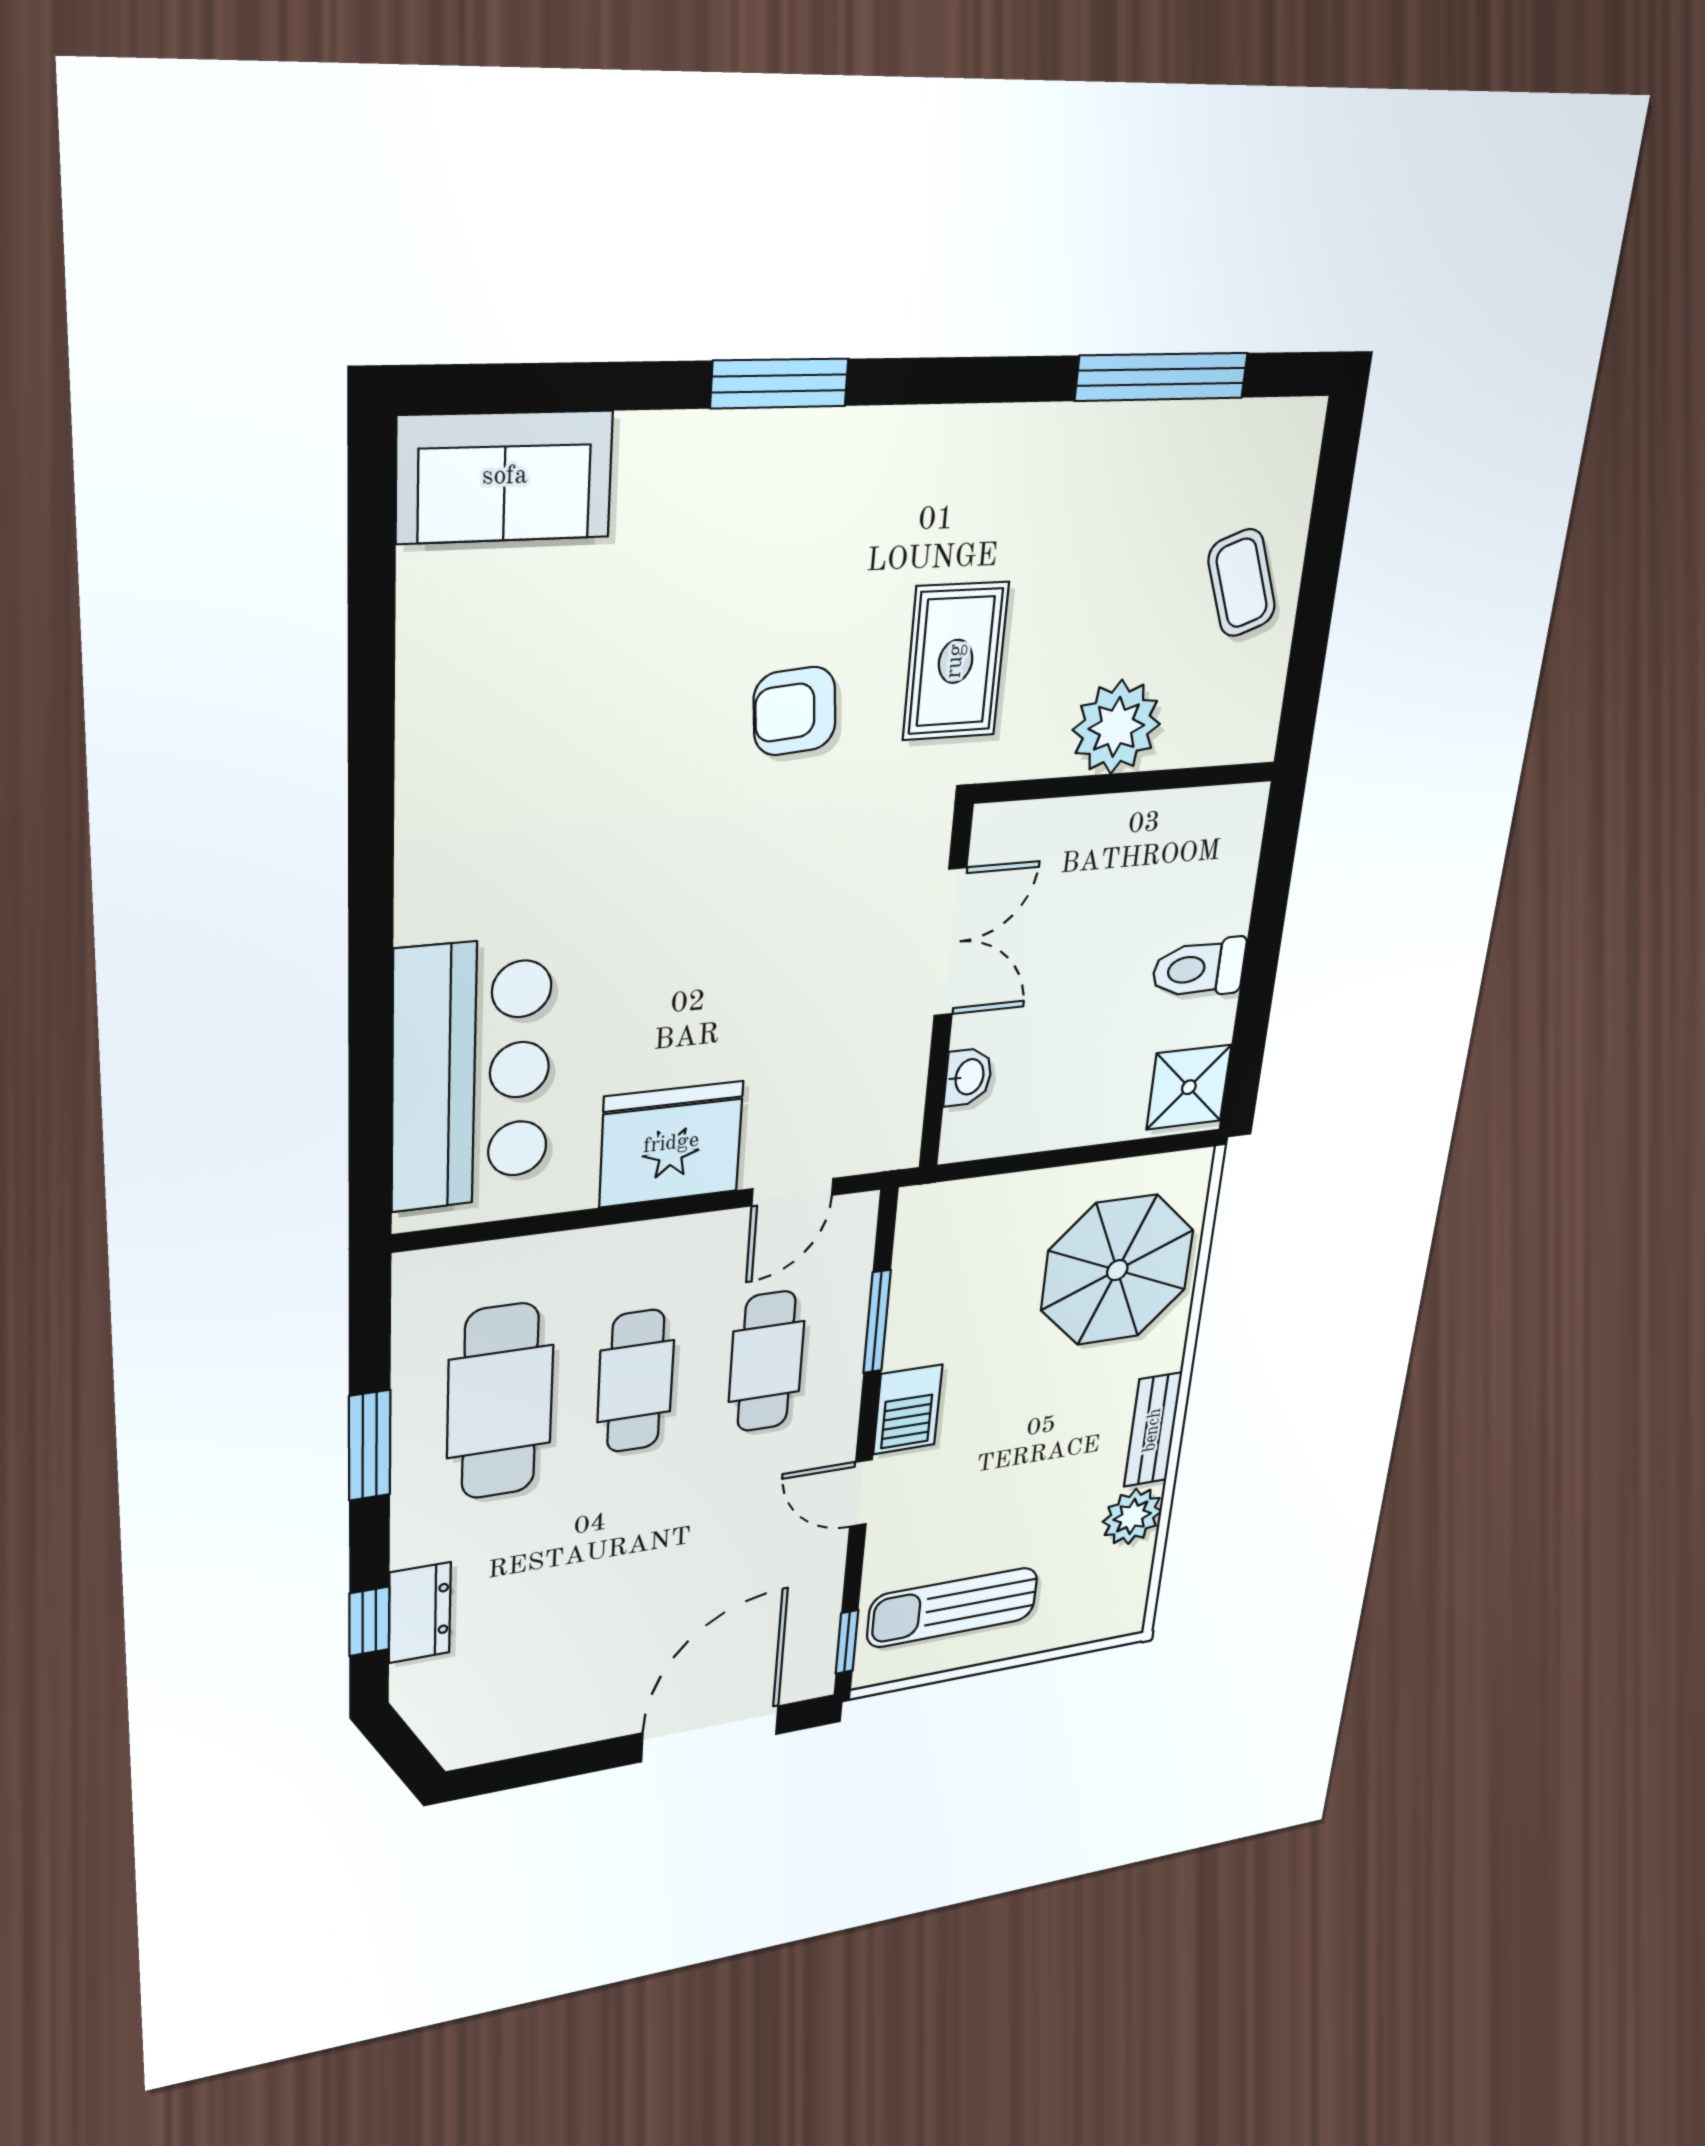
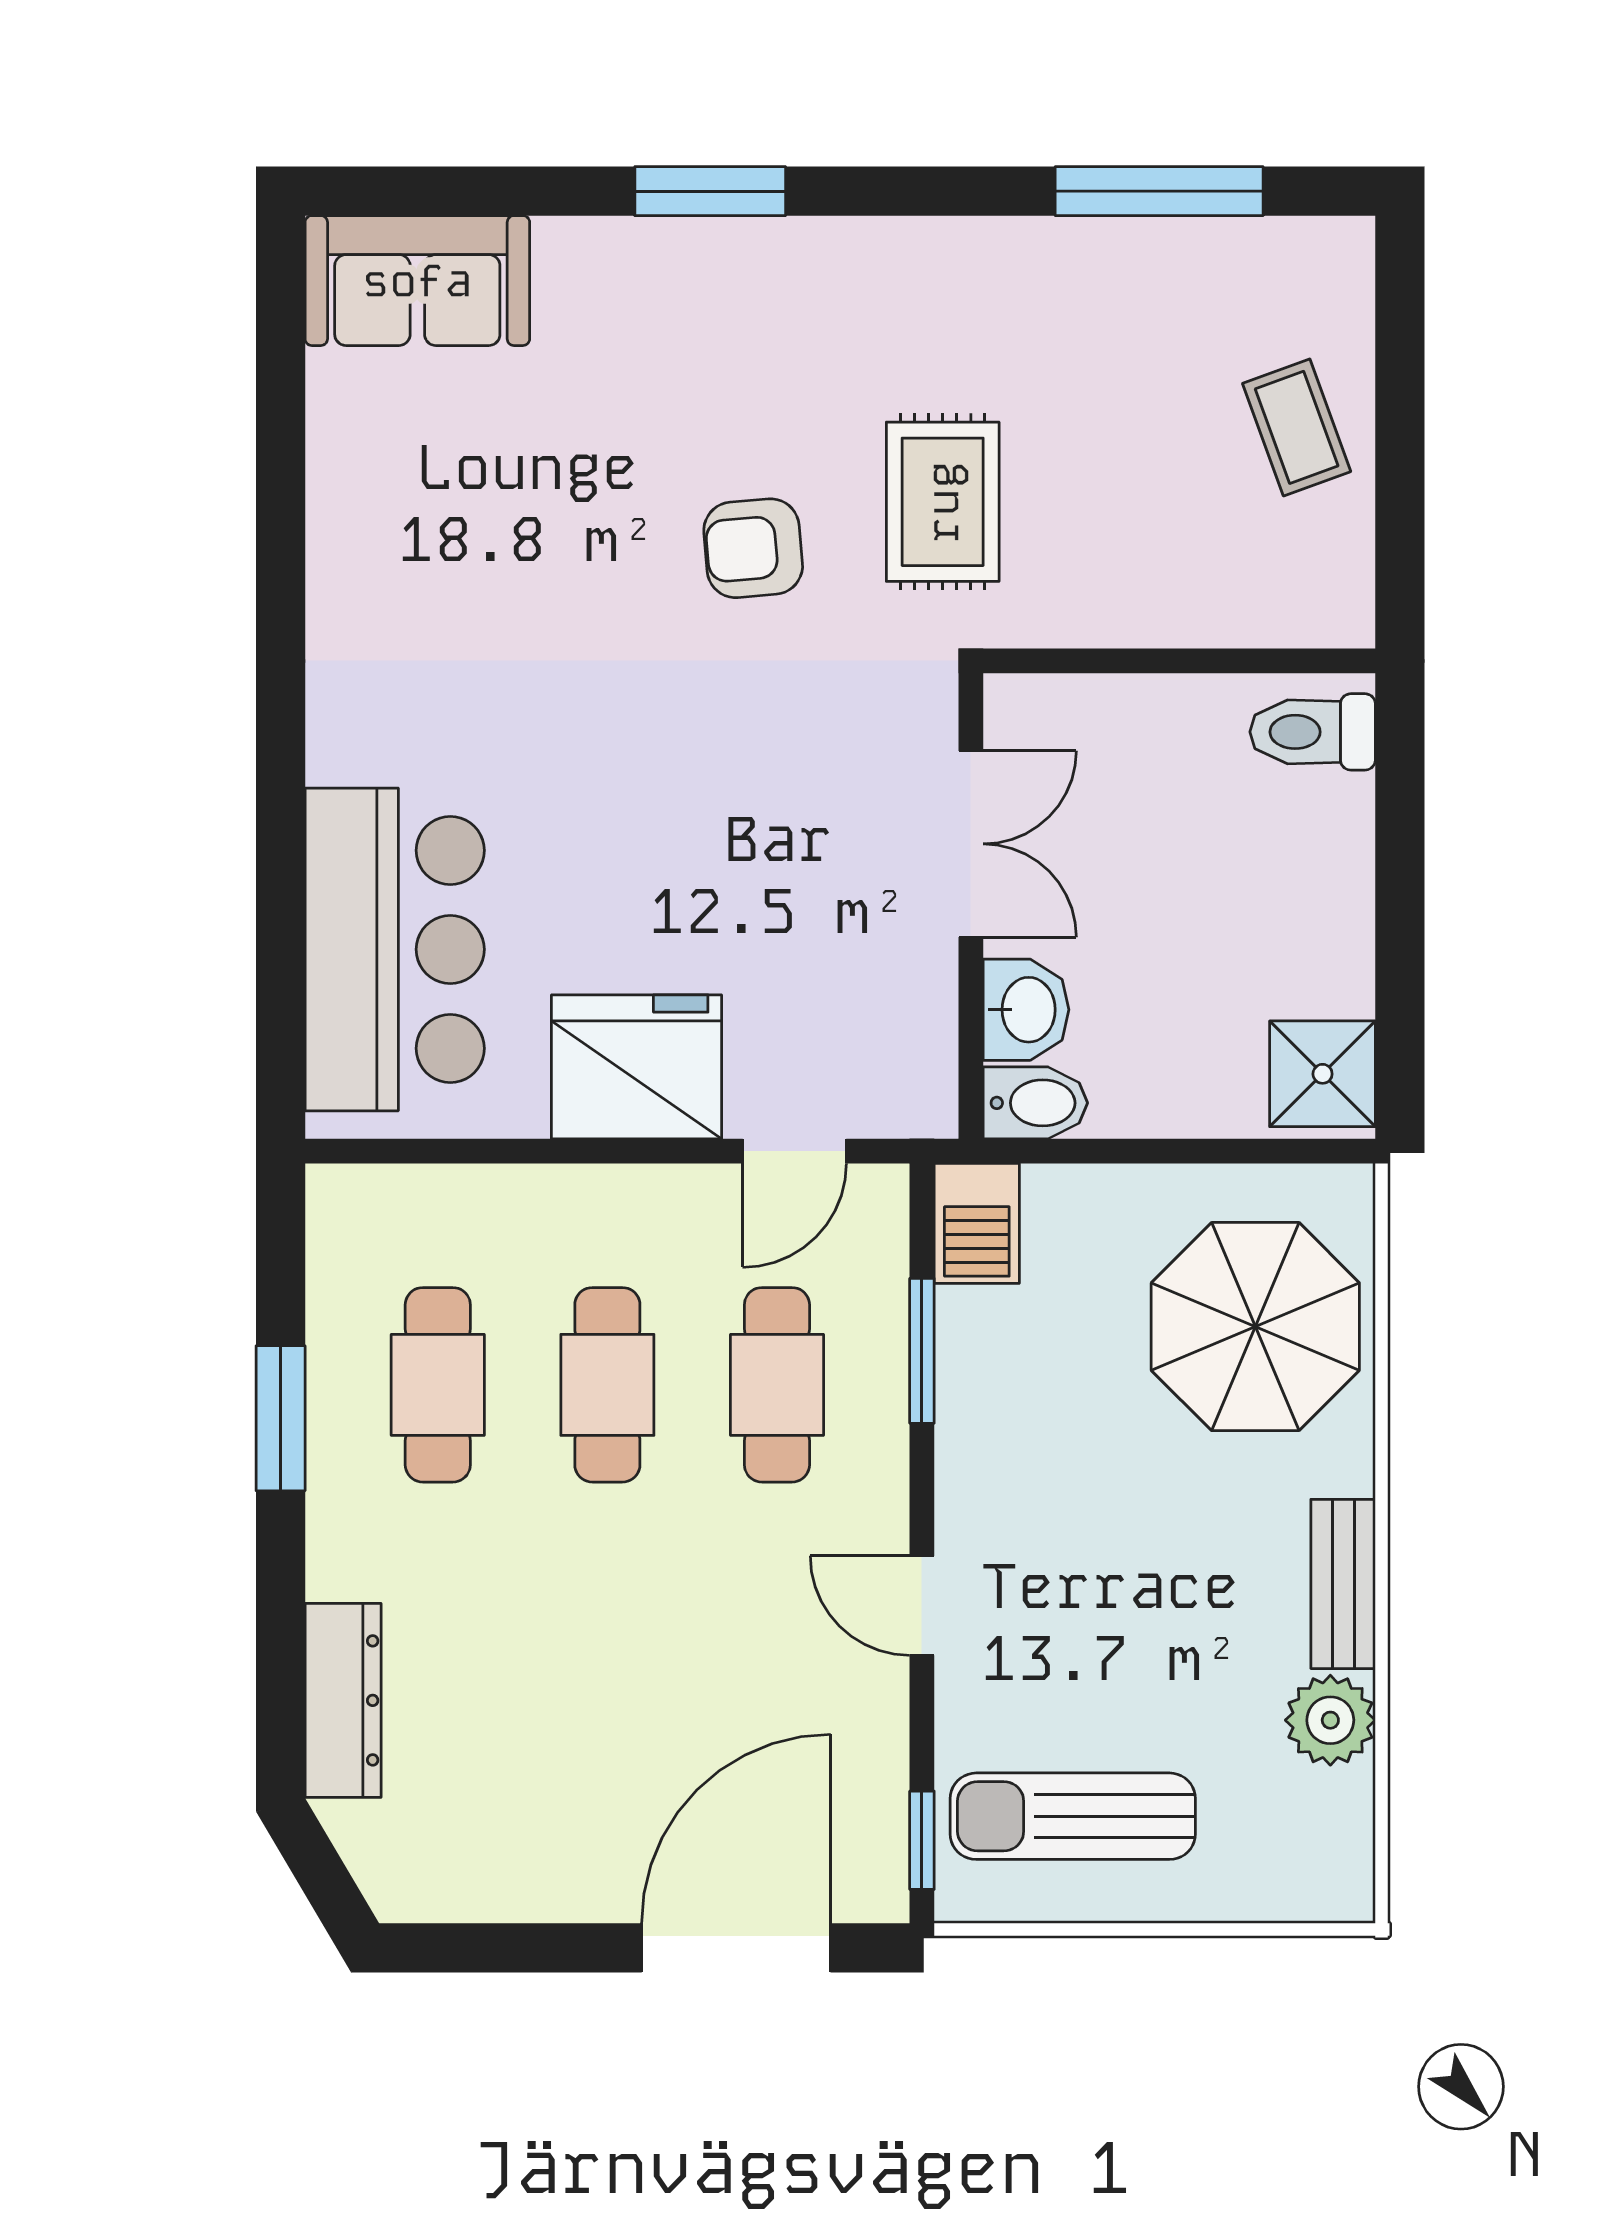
plant: (1116, 727) -> (1156, 592), removed
toilet: (1199, 969) -> (1313, 732), moved
washbasin: (968, 1077) -> (1026, 1010), width x1.38, depth x1.45
bidet: (979, 1134) -> (1035, 1103), added
cafe table: (500, 1402) -> (438, 1385), width x0.73, depth x0.74
barbecue: (908, 1409) -> (977, 1223), moved
dresser: (420, 1613) -> (343, 1700), width x1.44
window: (369, 1621) -> (281, 1671), removed

